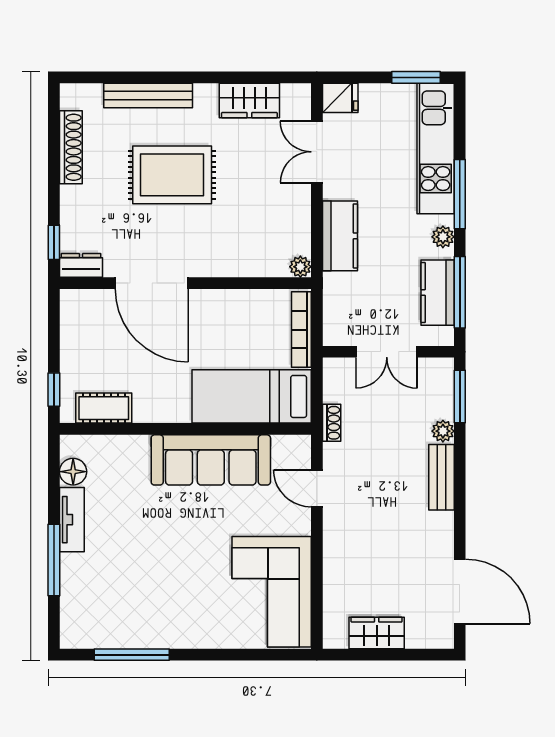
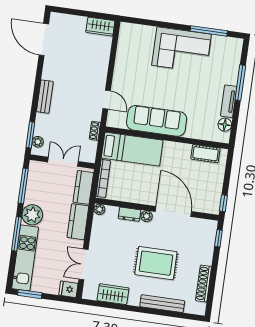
double door: (317, 152) -> (83, 264), swing flipped
plant: (443, 237) -> (32, 215), width x1.88, depth x1.88
dresser: (81, 265) -> (129, 214), moved
plant: (204, 266) -> (147, 216), added
kitchen counter: (438, 293) -> (83, 187), moved, turned 180
window: (54, 390) -> (223, 203), moved
plant: (443, 431) -> (38, 142), moved
corner sofa: (272, 592) -> (181, 50), moved, turned 90
wardrobe: (377, 633) -> (100, 27), moved

